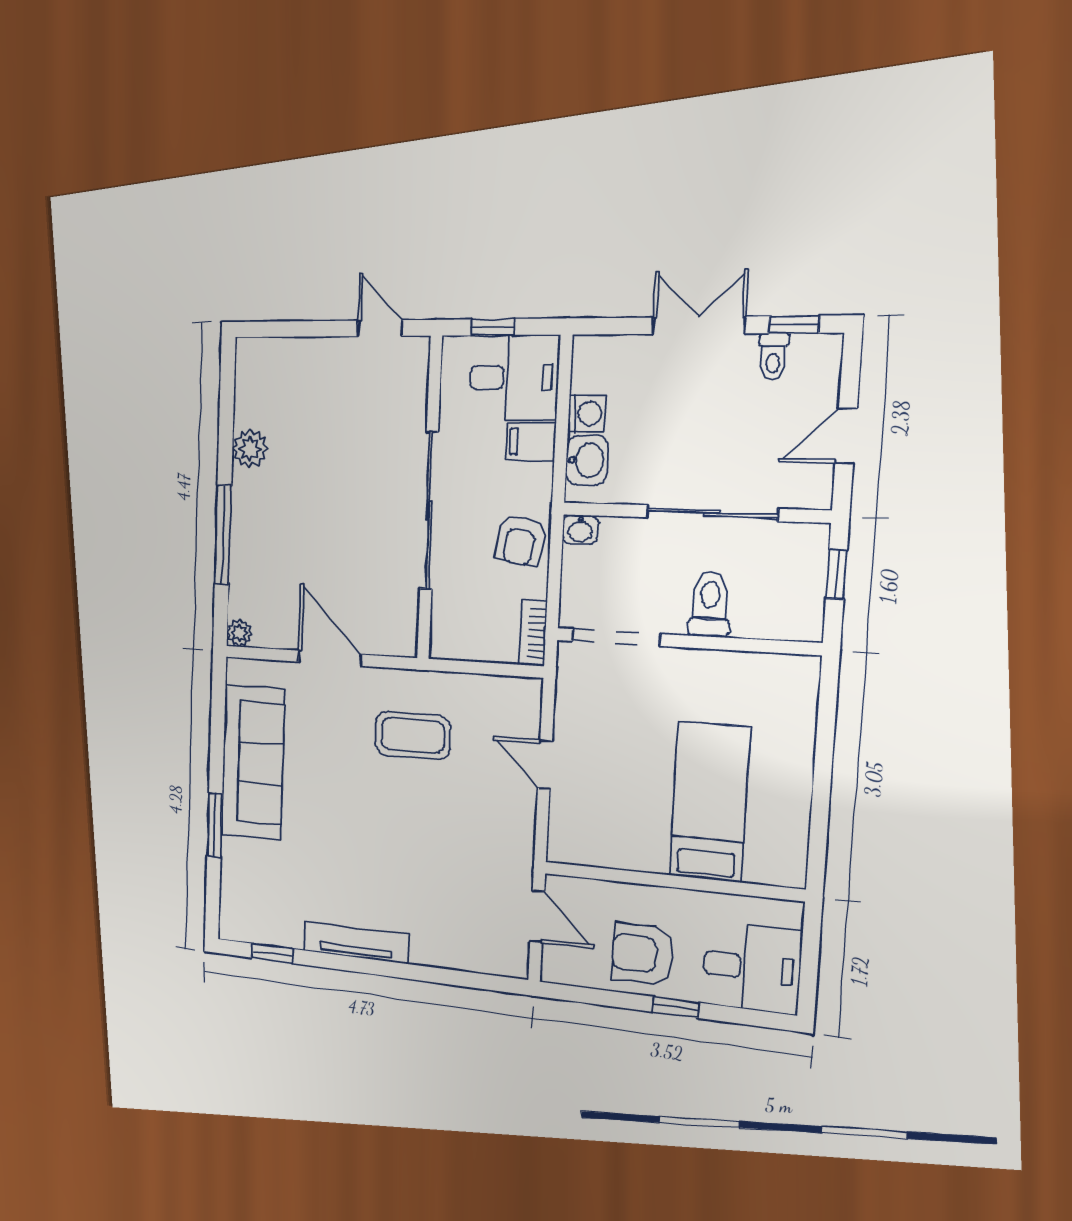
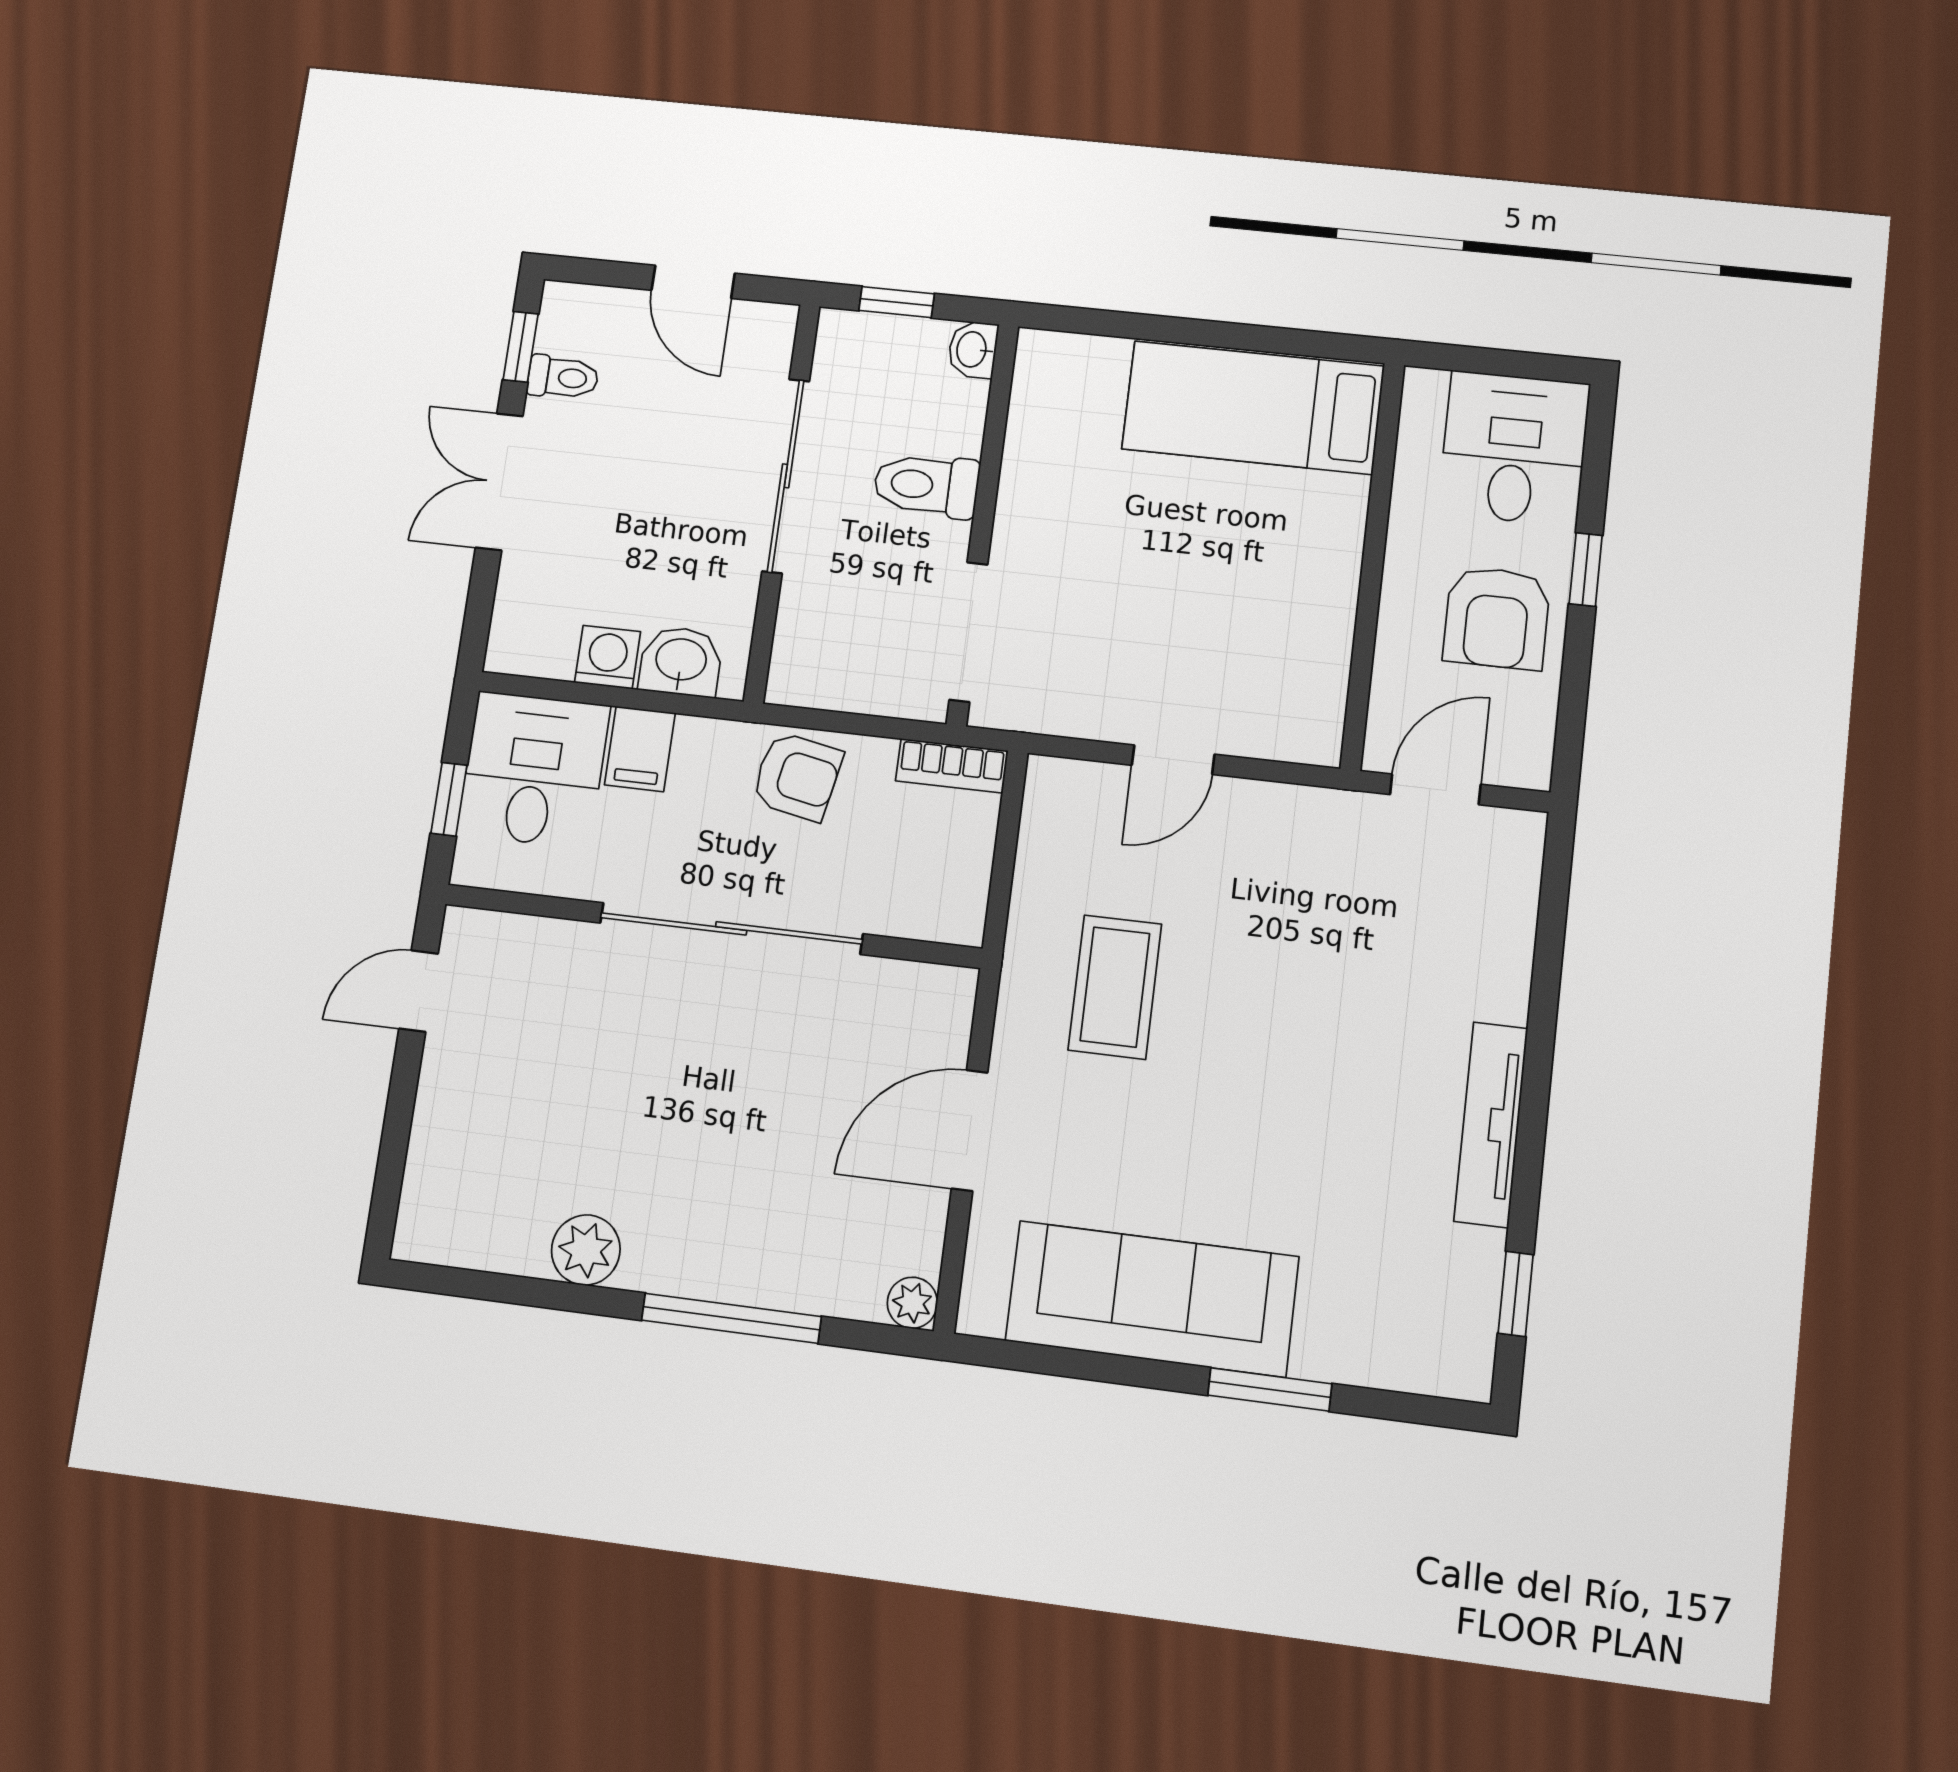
washbasin: (580, 530) -> (973, 350), moved, turned 180
bed: (710, 802) -> (1253, 407), moved

